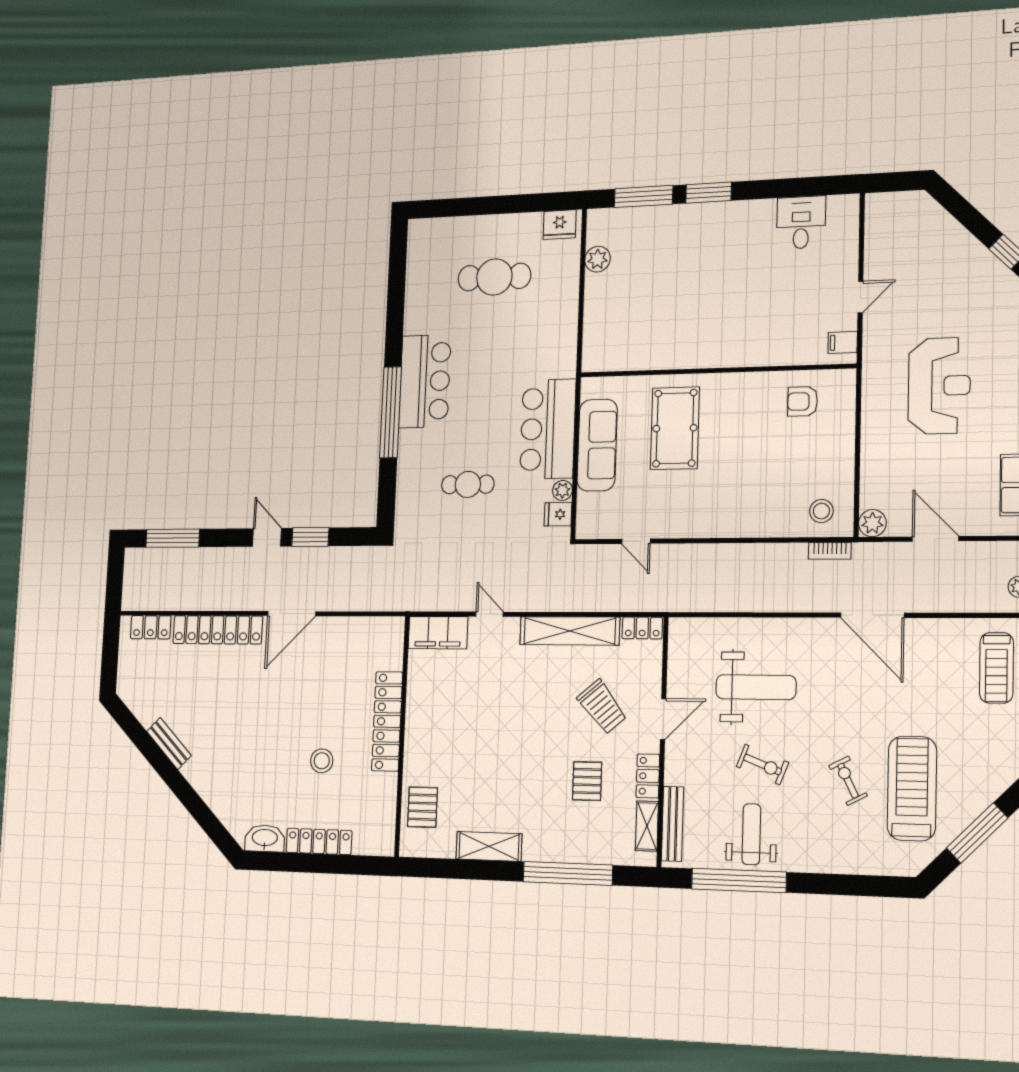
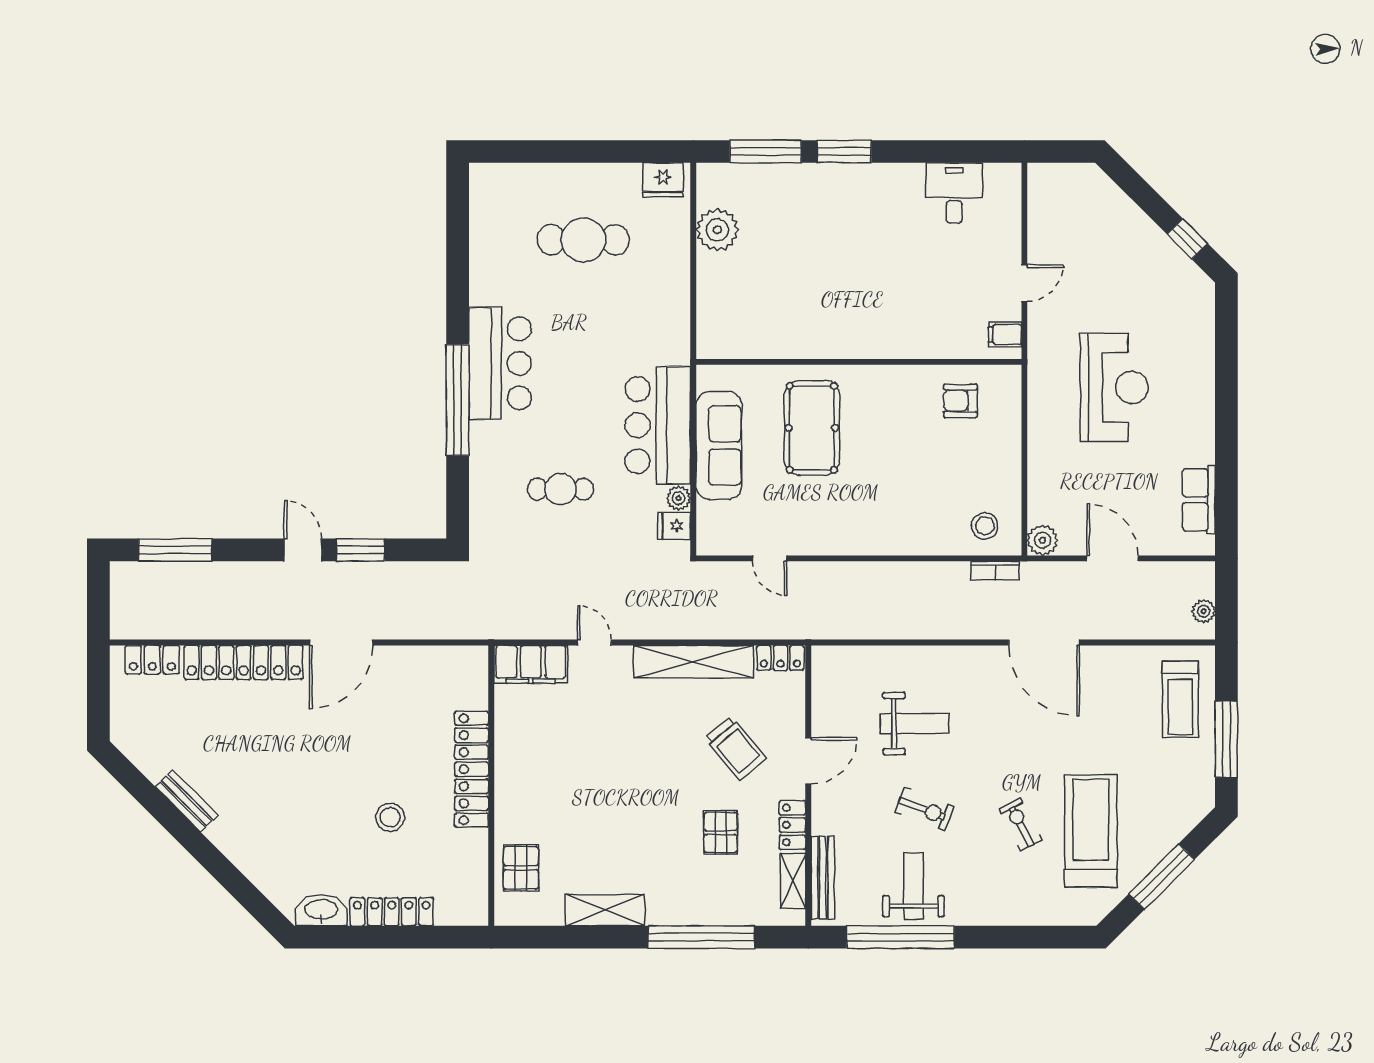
plant: (598, 259) -> (717, 230), width x1.36, depth x1.36
weight bench: (756, 687) -> (915, 723), width x0.73, depth x0.75

